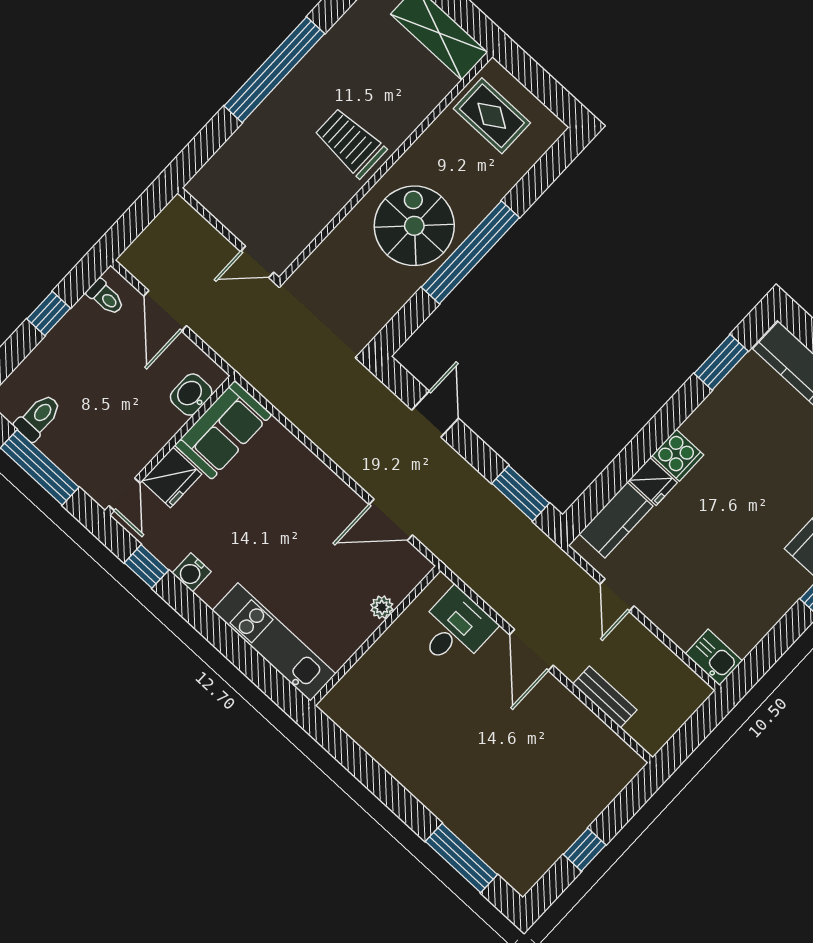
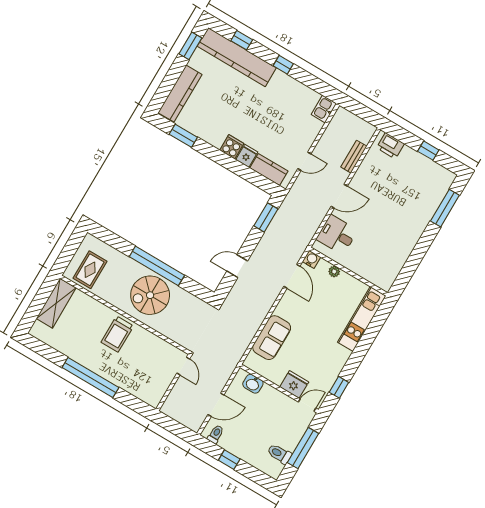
sofa: (223, 430) -> (272, 338), moved, turned 90
water cooler: (192, 572) -> (311, 259), moved, turned -90
printer: (611, 775) -> (390, 146), added

